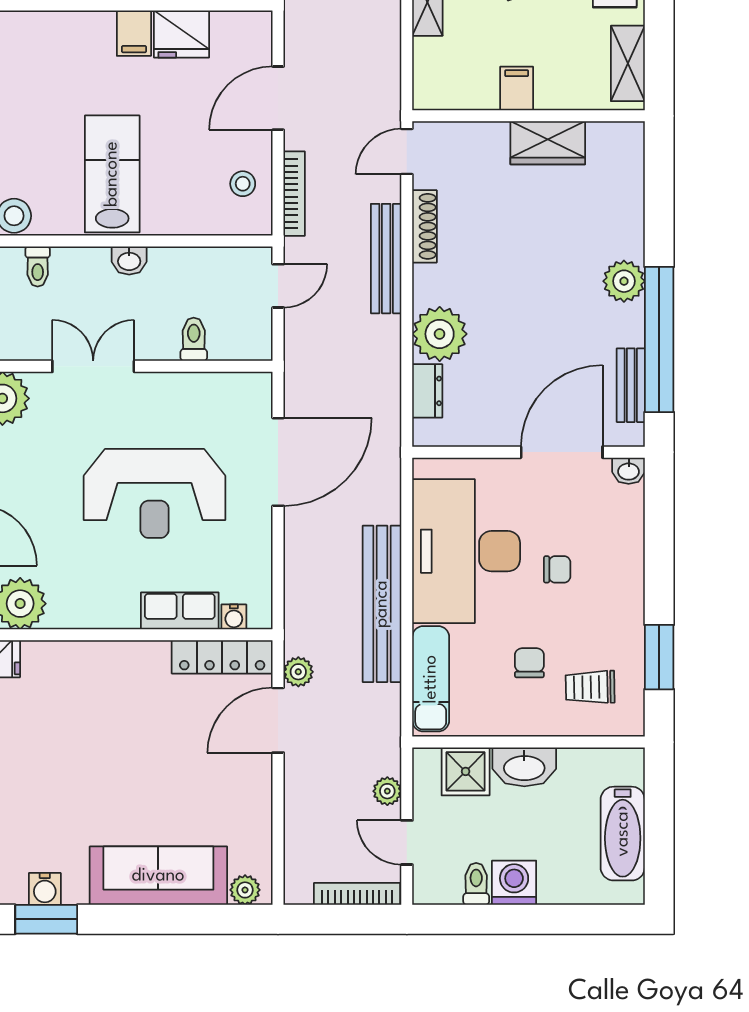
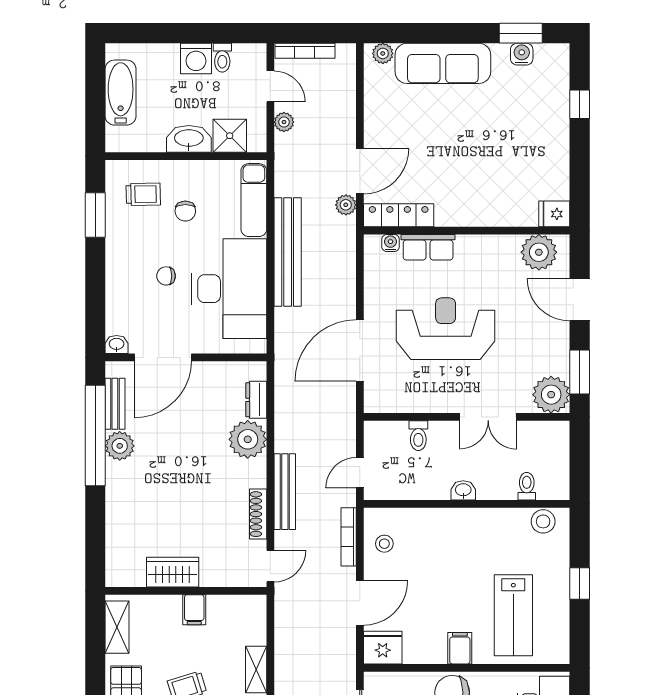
fridge: (182, 34) -> (383, 648), moved
lab bench: (112, 174) -> (513, 615), moved
plant: (624, 281) -> (120, 446), moved

